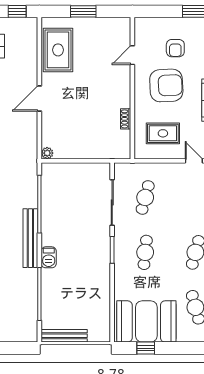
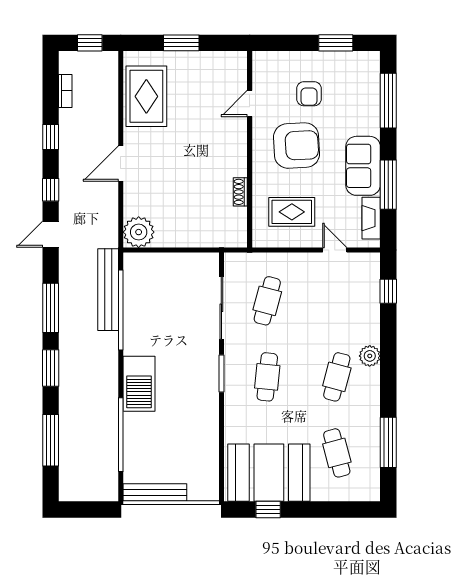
plant: (47, 153) -> (139, 232), width x1.88, depth x1.88
bench: (30, 238) -> (108, 290), moved
barbecue: (49, 257) -> (139, 384), width x1.88, depth x1.53

